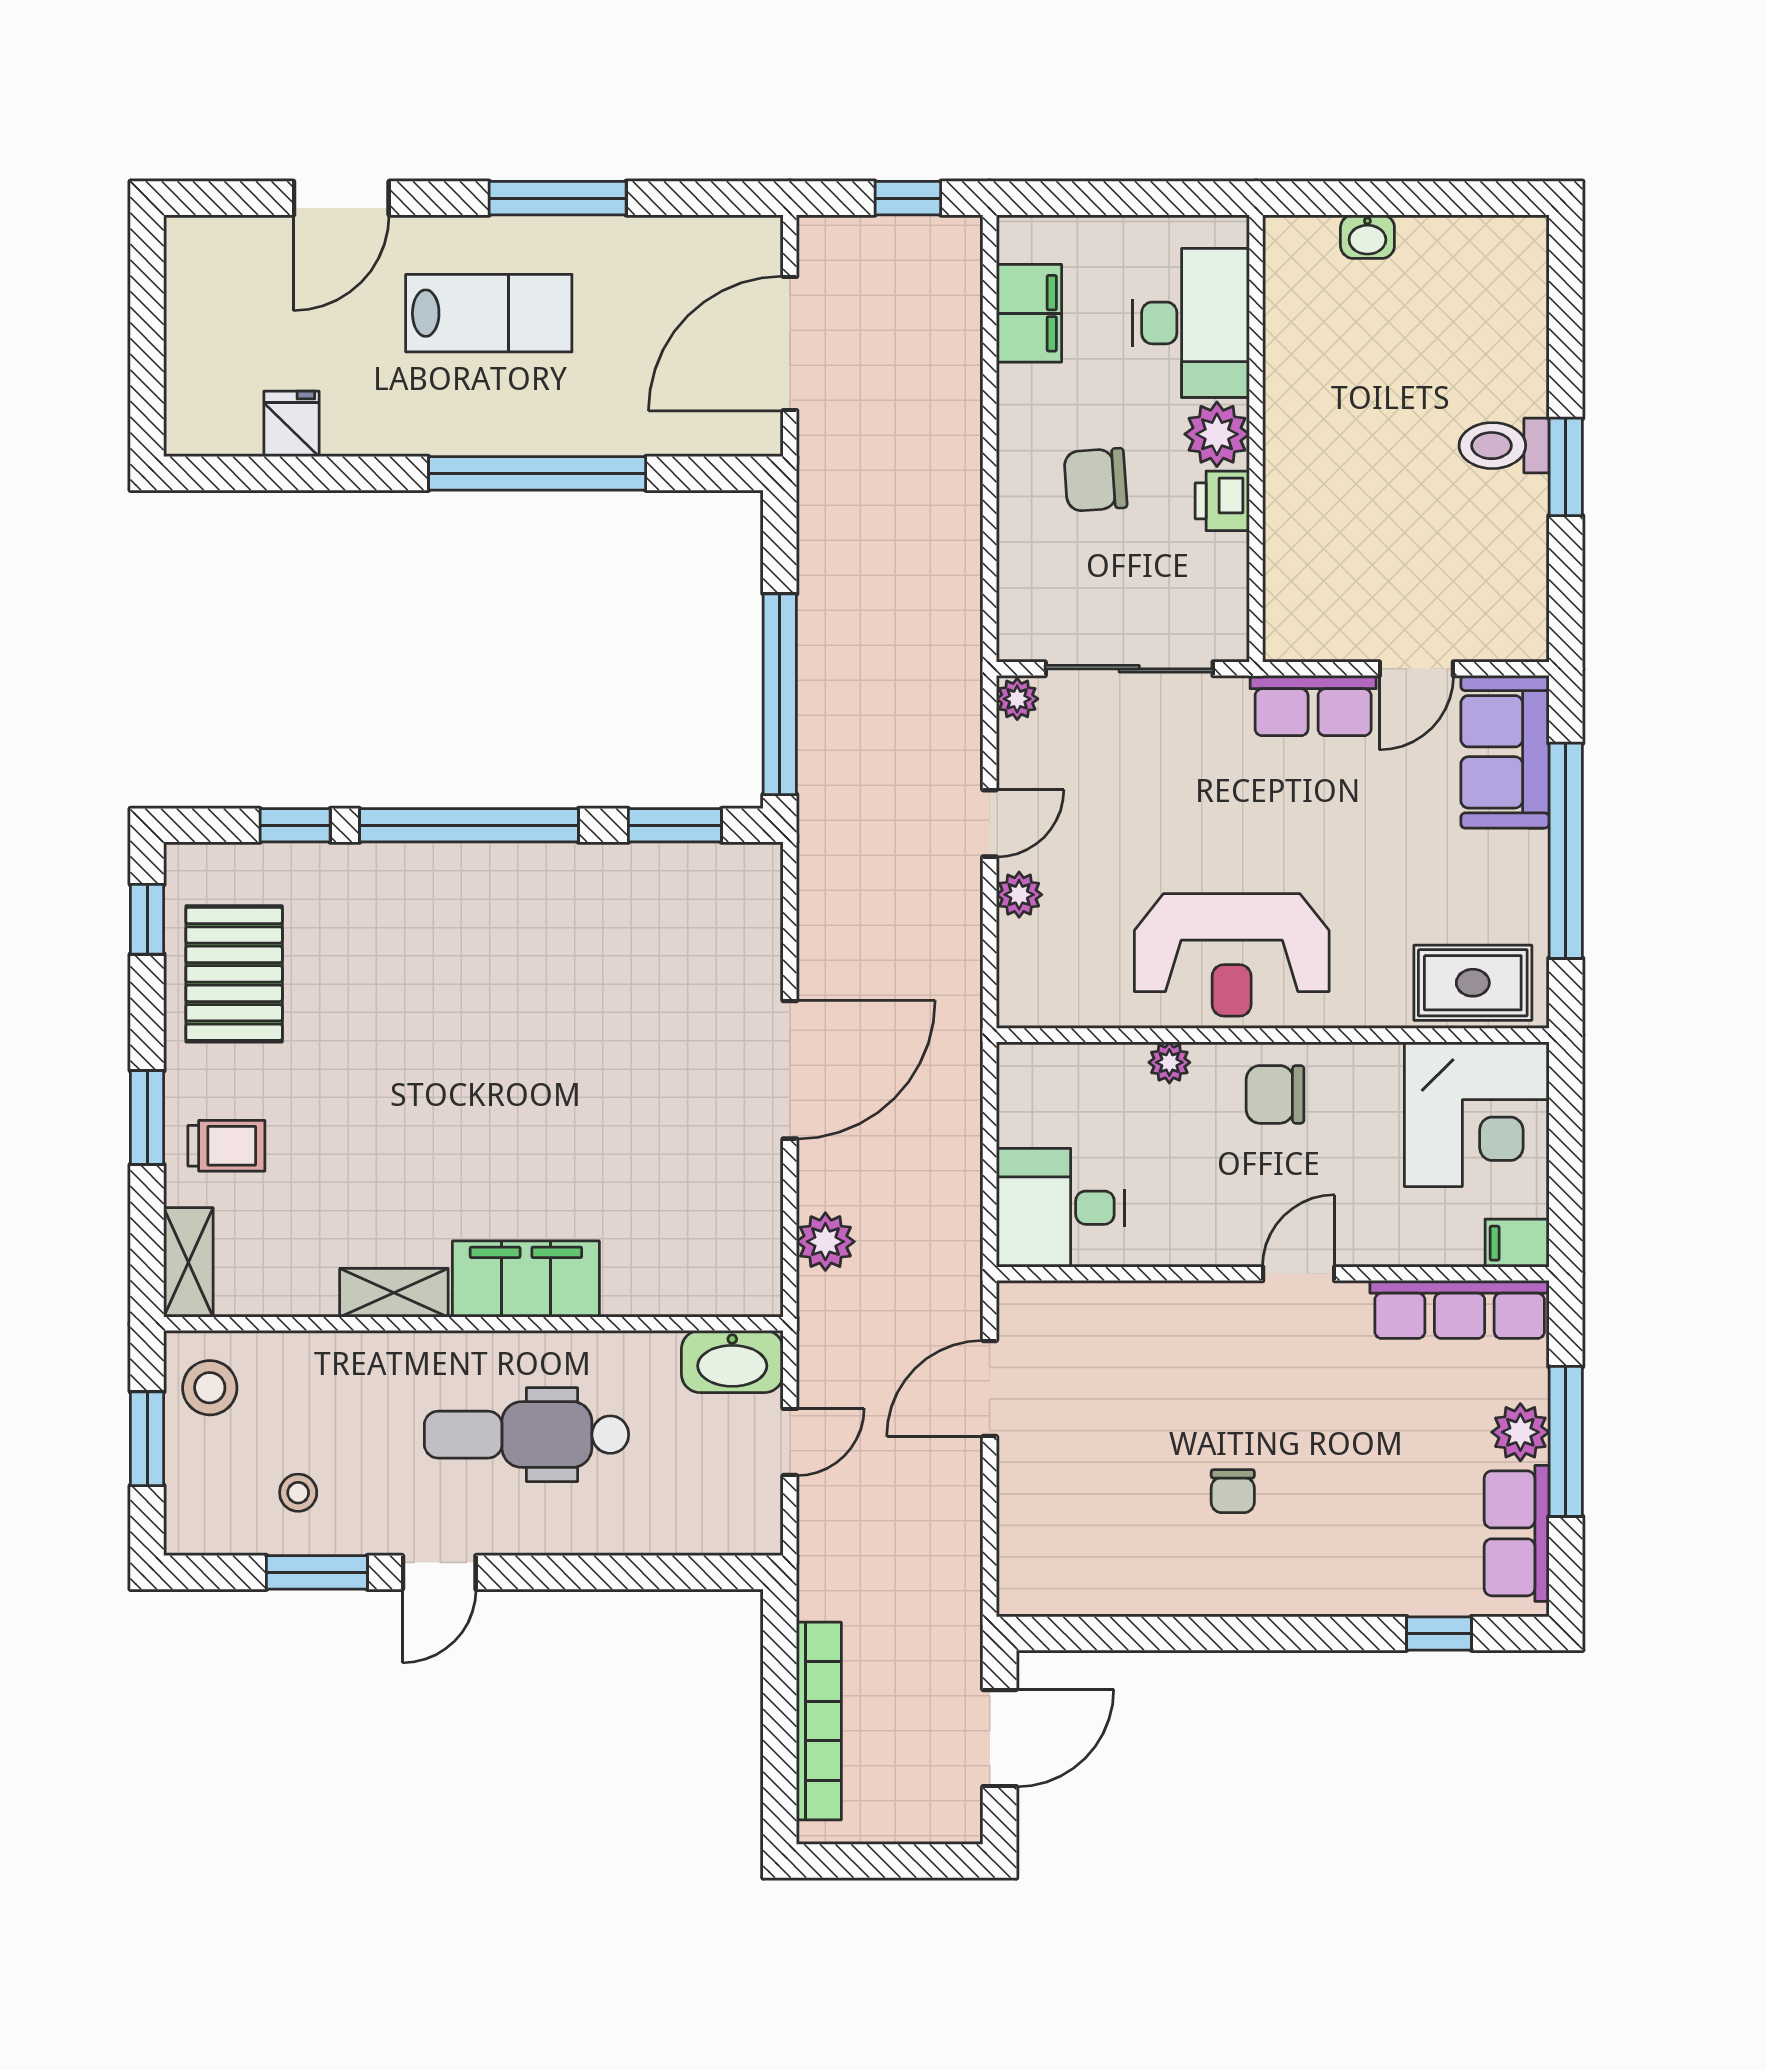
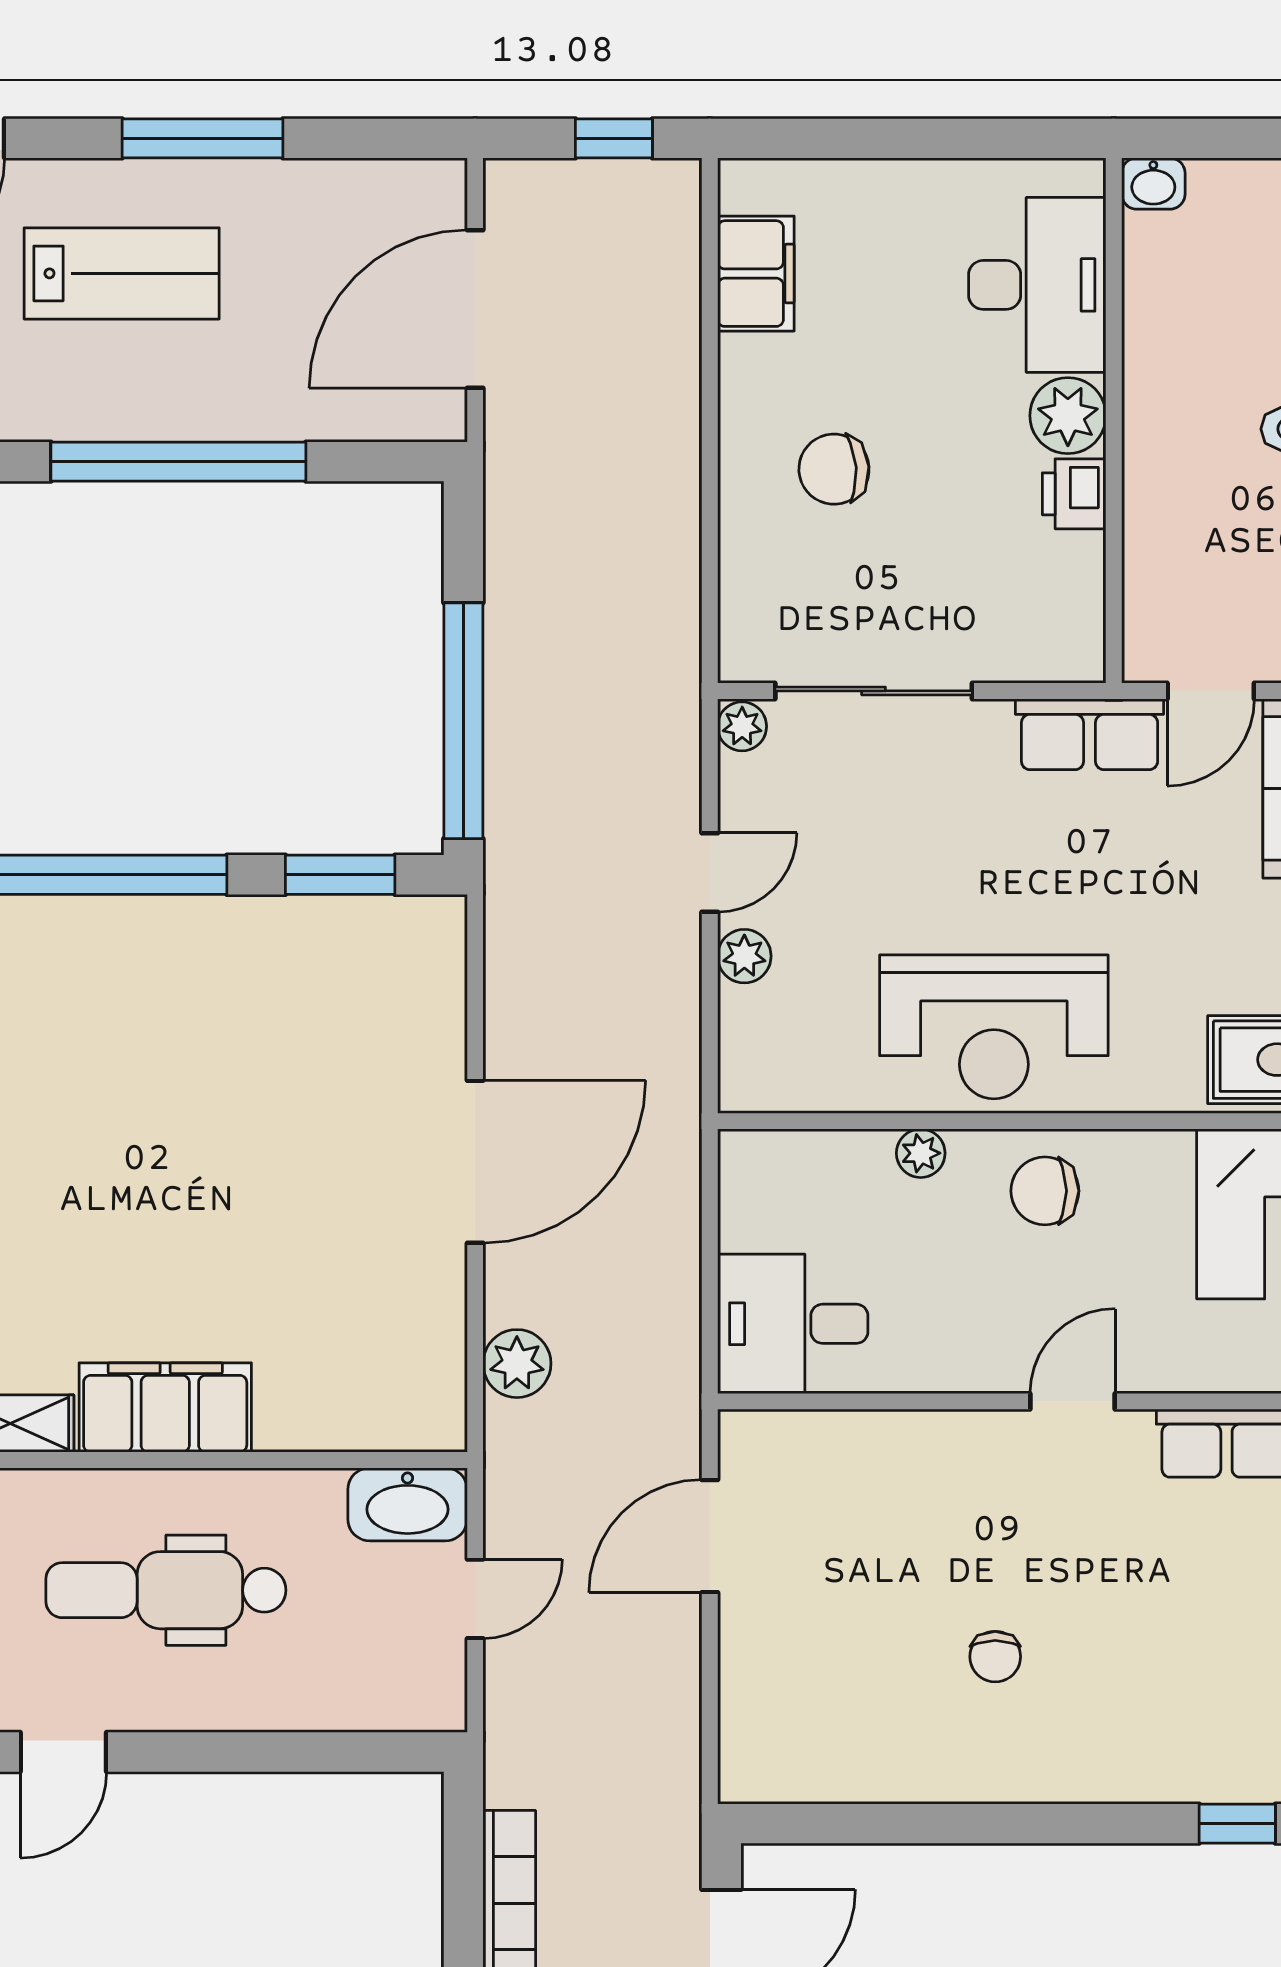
desk: (1191, 323) -> (1037, 285), moved
plant: (1217, 434) -> (1068, 416), moved
wall: (1256, 438) -> (1114, 421), moved
printer: (1222, 501) -> (1074, 494), moved

